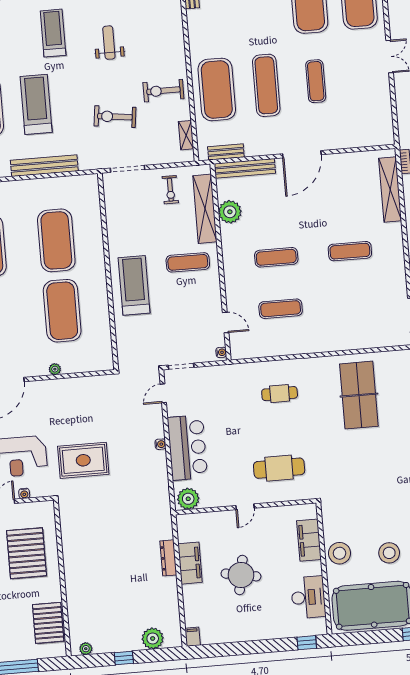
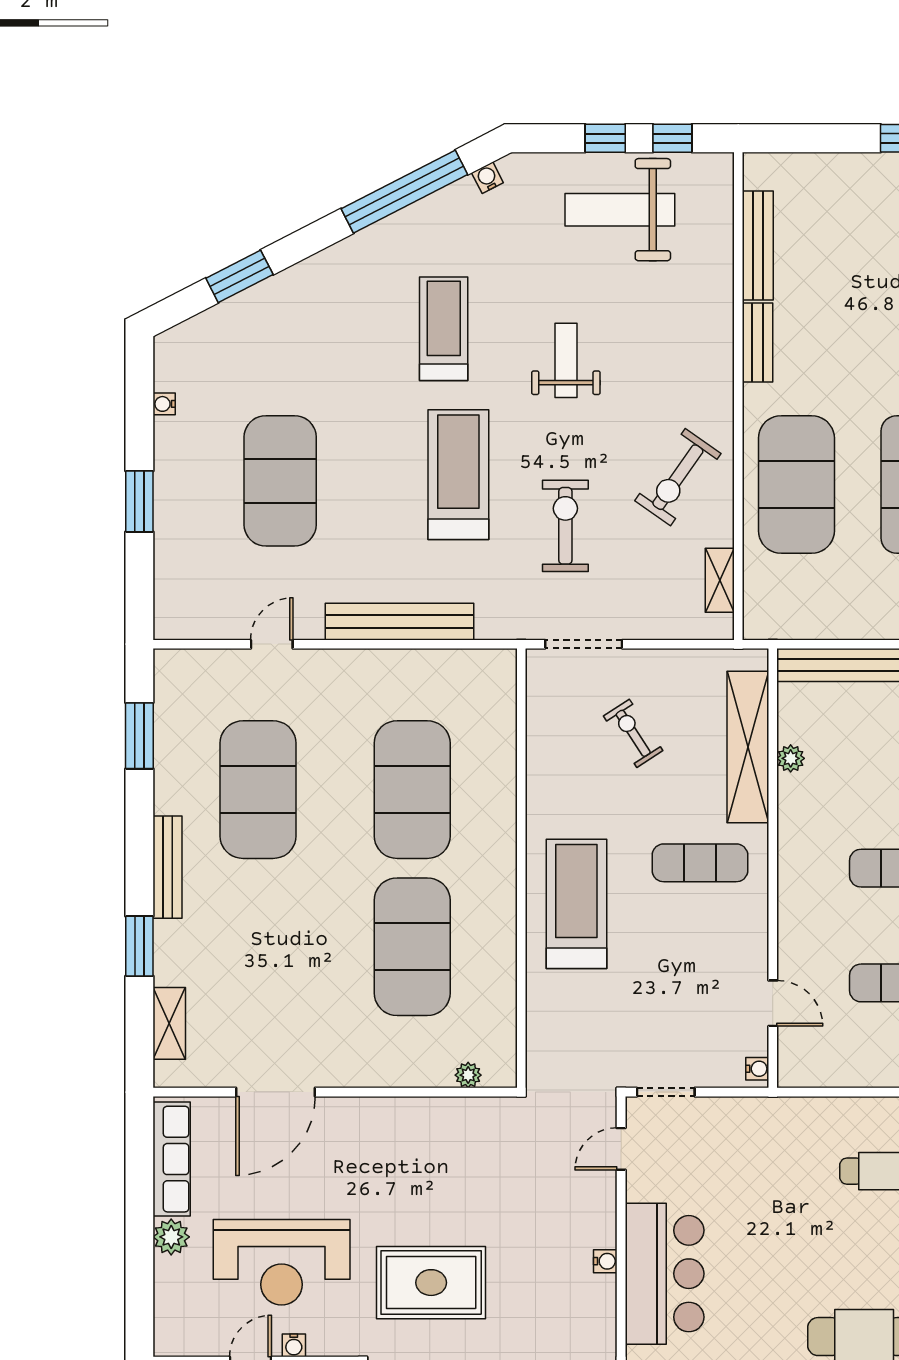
exercise bike: (163, 91) -> (678, 477), turned -55
treadmill: (36, 104) -> (458, 475), moved
exercise bike: (115, 117) -> (565, 526), turned 83
bench: (226, 152) -> (758, 342), moved, turned 90
exercise bike: (170, 190) -> (633, 733), moved, turned 147
plant: (230, 212) -> (791, 758), width x0.53, depth x0.53
plant: (55, 369) -> (468, 1075), moved

